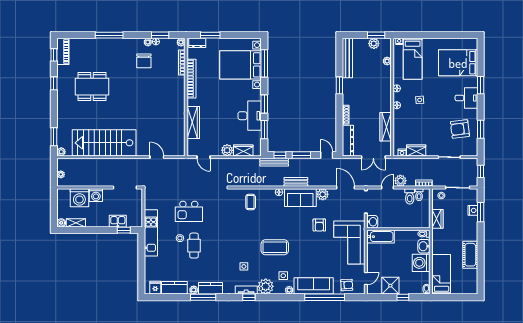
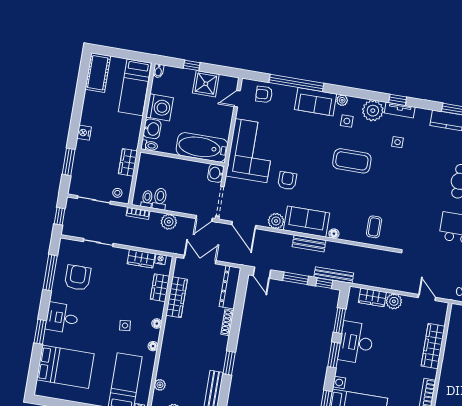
armchair: (460, 129) -> (78, 278), turned -83
window: (481, 129) -> (50, 273), width x1.44
wardrobe: (399, 132) -> (160, 288), added
door: (388, 188) -> (204, 218), moved
nightstand: (473, 210) -> (84, 133), moved
bathtub: (380, 237) -> (202, 147), width x1.36, depth x1.36
cot: (470, 255) -> (98, 73), moved
sofa: (314, 286) -> (315, 102), width x0.73

